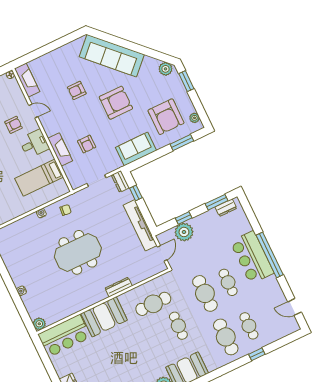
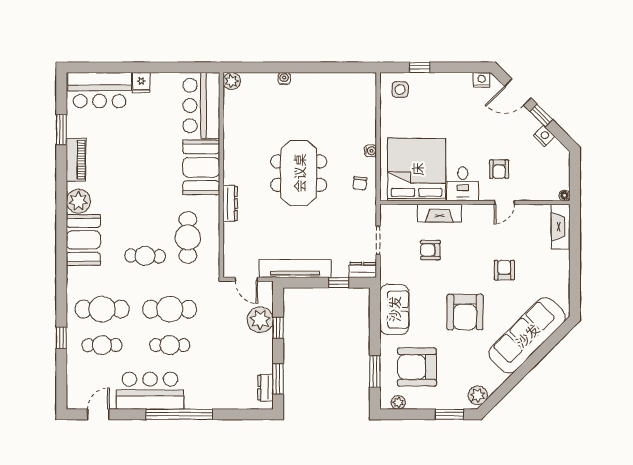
fireplace: (27, 80) -> (561, 227), moved, turned 90
bed: (39, 178) -> (417, 169), width x2.04
bar counter: (252, 257) -> (150, 391), moved

